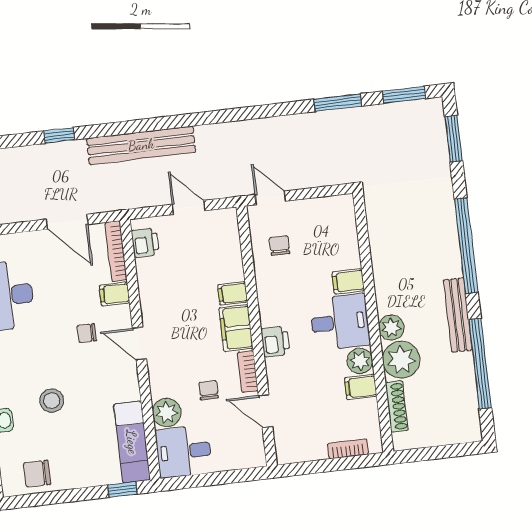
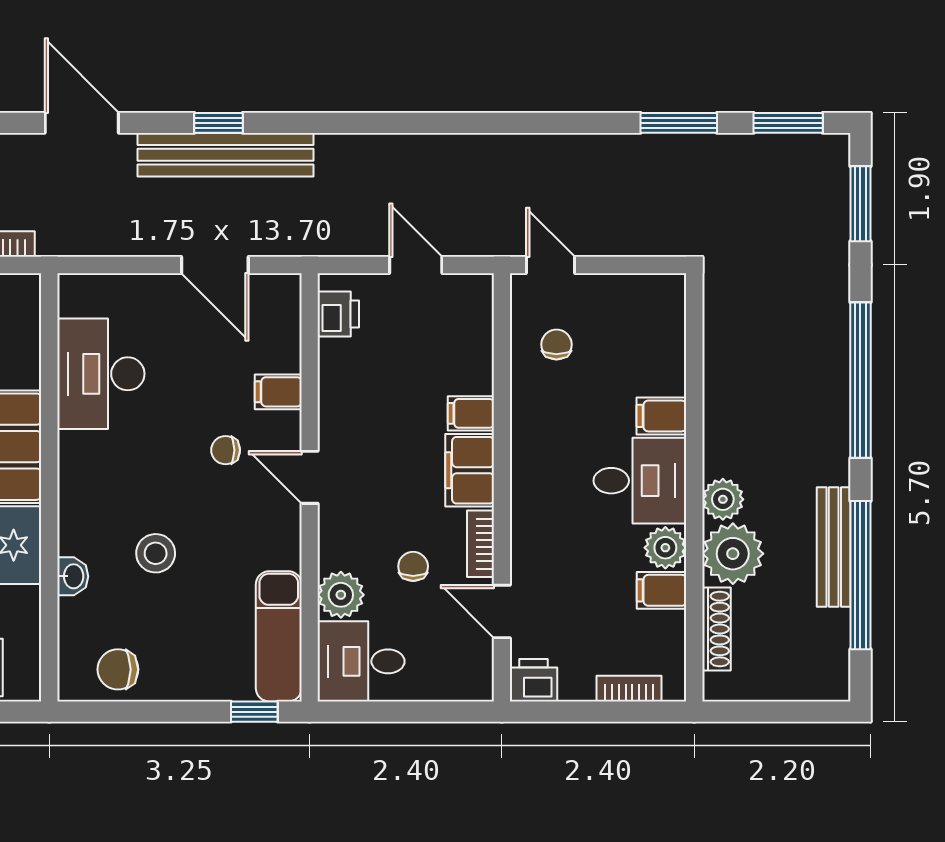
bench: (141, 145) -> (225, 155), moved
bookcase: (116, 251) -> (289, 322), removed
bench: (458, 315) -> (834, 547), moved
printer: (275, 342) -> (533, 680), moved, turned -90

